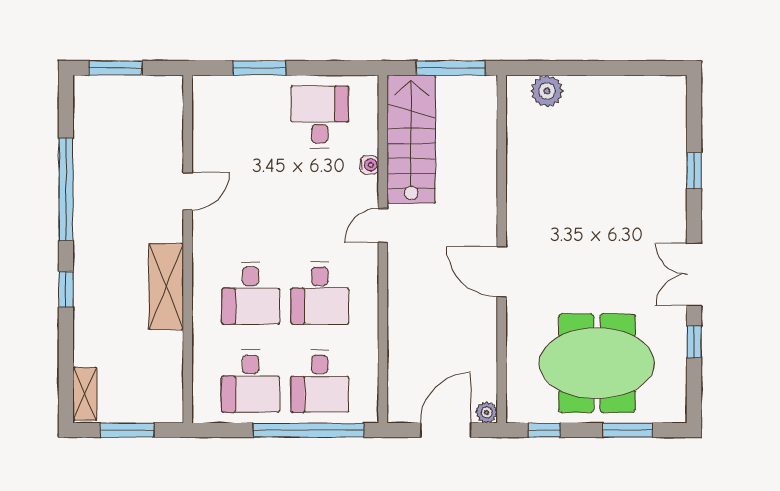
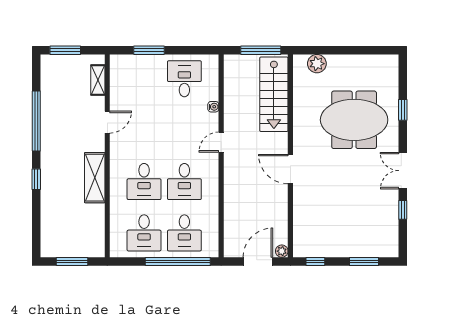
stairs: (411, 139) -> (274, 94), moved, turned 180
meeting table: (597, 363) -> (354, 120), moved
shelving: (85, 394) -> (98, 80), moved

